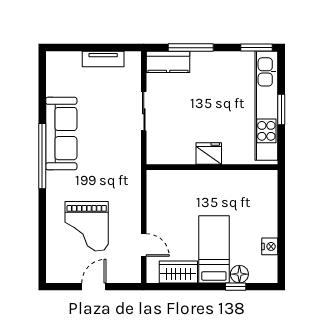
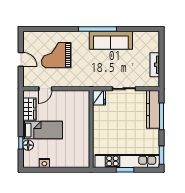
kitchen counter: (168, 62) -> (153, 109), width x1.50
fridge: (209, 154) -> (99, 98), moved

